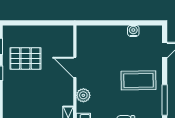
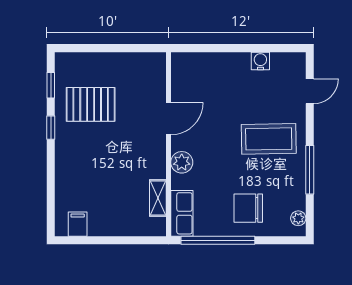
door: (75, 67) -> (168, 119), swing flipped

